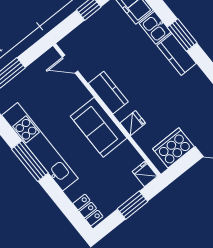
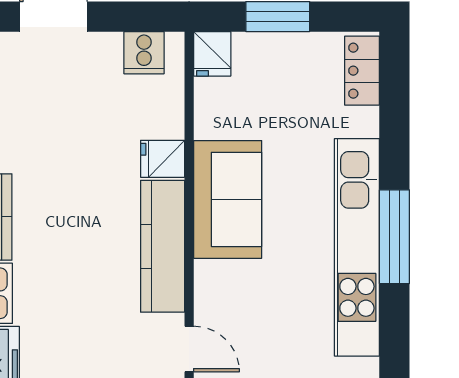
kitchen counter: (108, 93) -> (163, 246), width x1.50
cooker: (173, 148) -> (144, 53), width x0.53, depth x0.76

